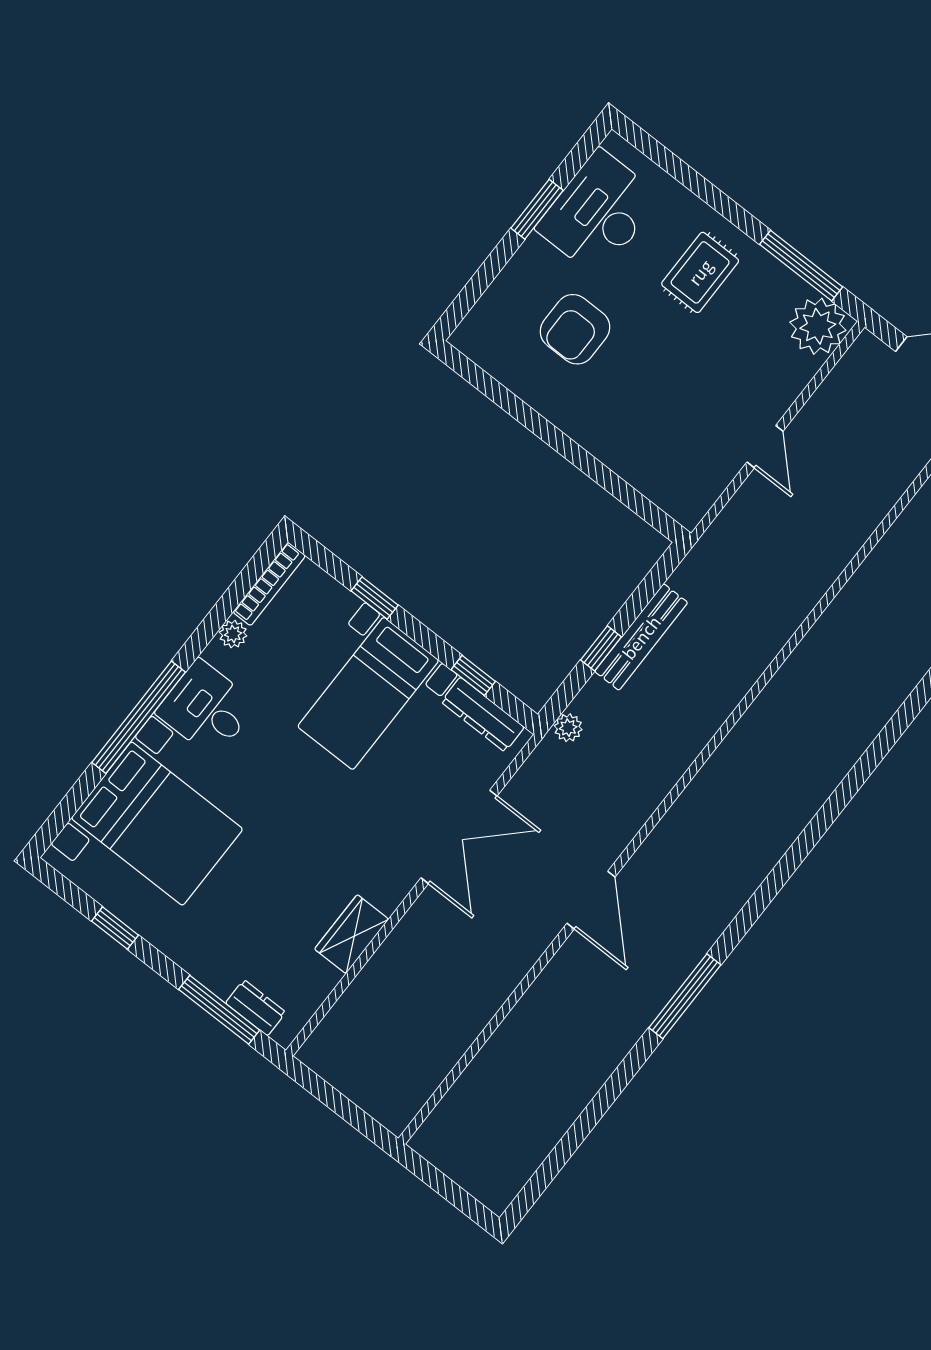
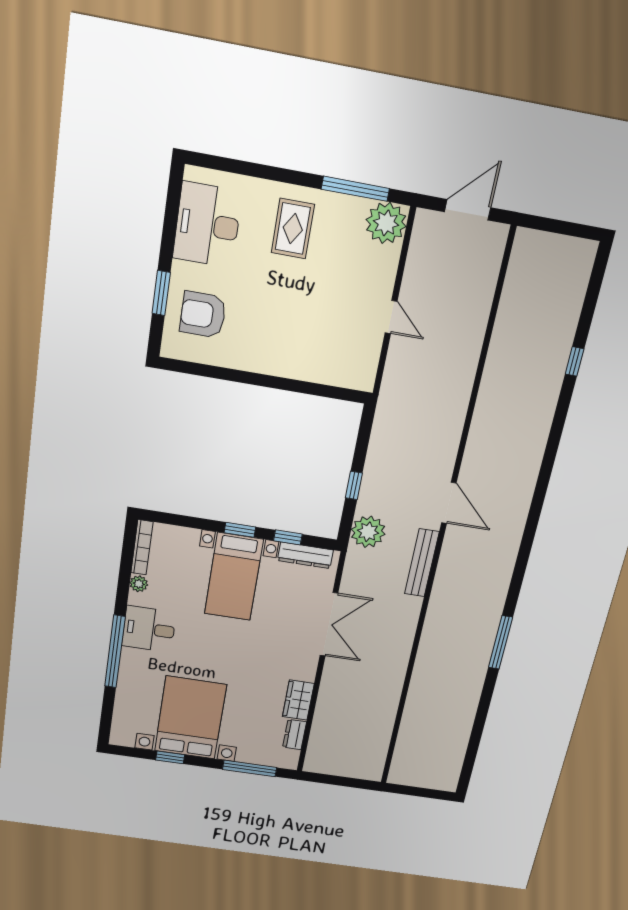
window: (537, 209) -> (161, 293), moved
armchair: (575, 329) -> (203, 315), moved, turned 90
window: (375, 598) -> (240, 530), moved
bench: (641, 637) -> (422, 563), moved
plant: (568, 728) -> (368, 532), width x1.87, depth x1.87
bed with nightstands: (157, 824) -> (190, 718), moved, turned -90
door: (591, 900) -> (449, 503), moved
dresser: (256, 1008) -> (295, 735), moved, turned -90

